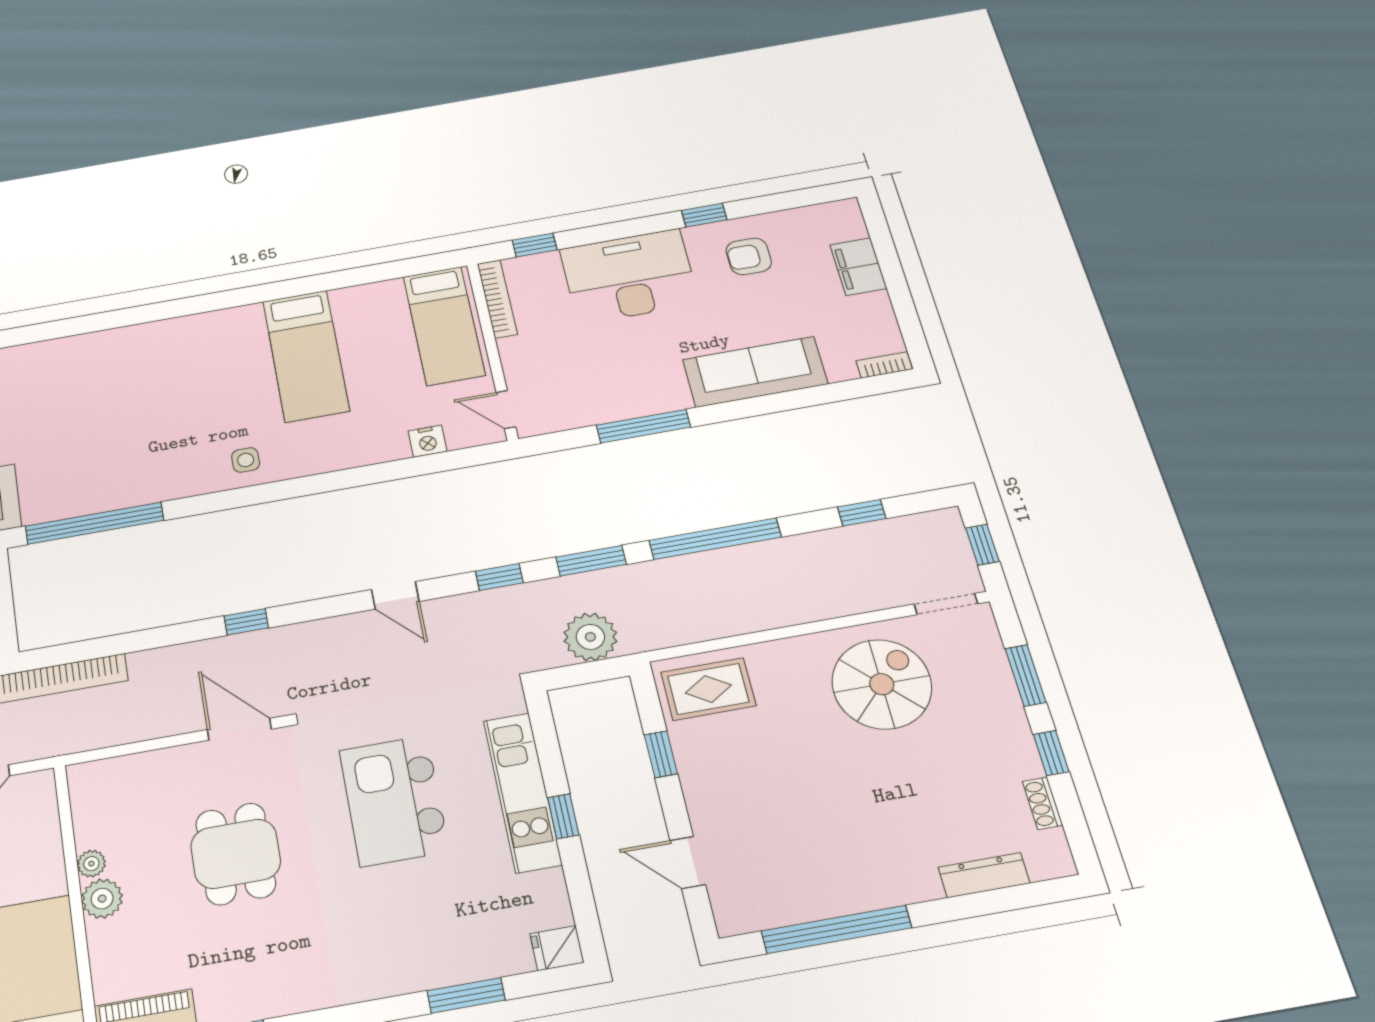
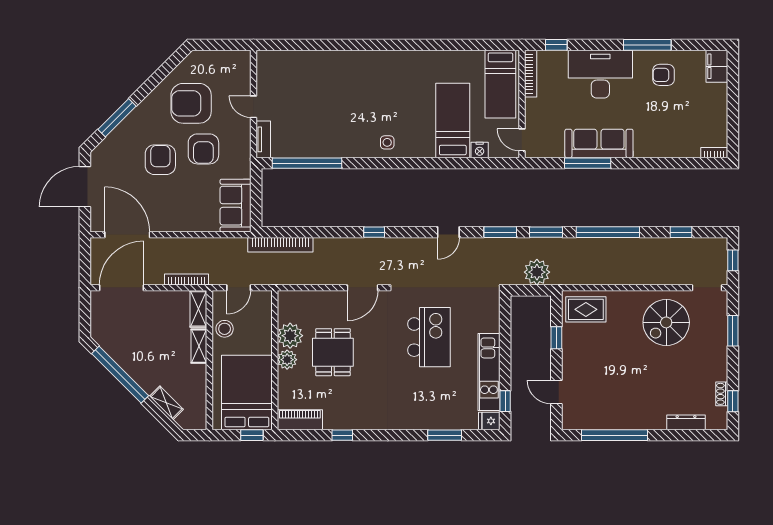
window: (704, 215) -> (647, 45), width x2.17
filing cabinet: (858, 267) -> (717, 66), moved
bed: (306, 356) -> (453, 121), moved, turned 180
sofa: (755, 372) -> (599, 143), moved
window: (499, 577) -> (500, 232), width x1.50
door: (395, 595) -> (448, 232), hinge flipped
spiral stairs: (882, 684) -> (666, 322), turned 180
door: (239, 729) -> (363, 288), swing flipped
window: (1051, 753) -> (733, 401), moved
kitchen unit: (522, 792) -> (489, 372), moved
kitchen island: (394, 800) -> (429, 337), turned 180
window: (563, 816) -> (505, 401), moved
dining table: (236, 854) -> (333, 352), moved
plant: (91, 864) -> (290, 336), width x1.88, depth x1.88

